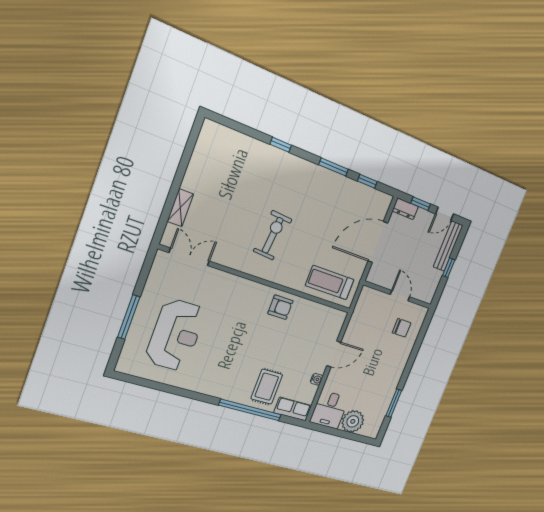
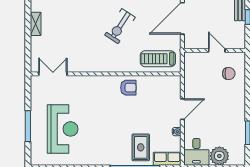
shelving: (180, 208) -> (36, 24), moved
exercise bike: (273, 235) -> (120, 26), moved, turned -152

